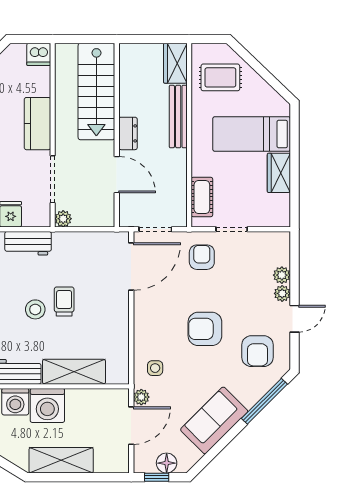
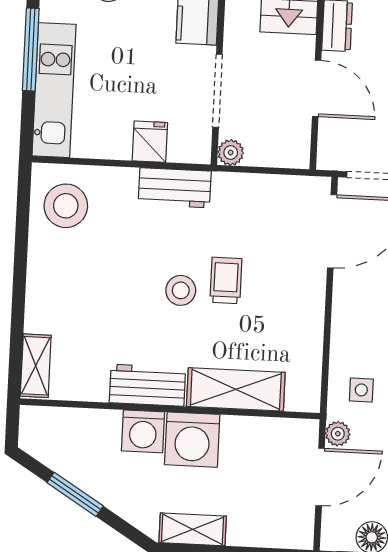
shelving: (61, 460) -> (193, 529), width x0.67, depth x0.75

